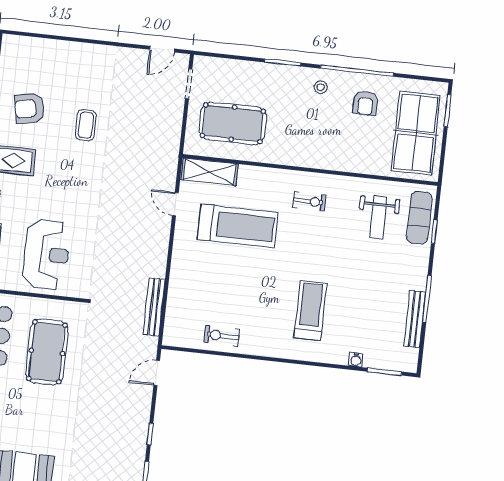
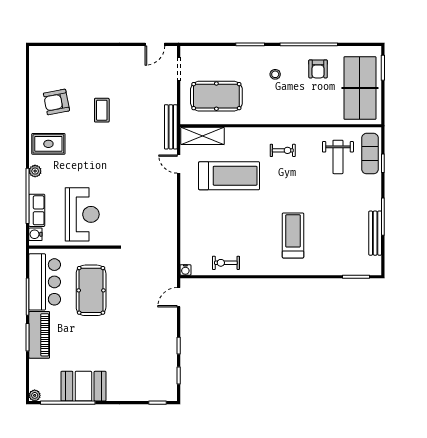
stool: (321, 87) -> (275, 74), moved
bench: (154, 307) -> (171, 127), moved
water cooler: (356, 360) -> (185, 270), moved

